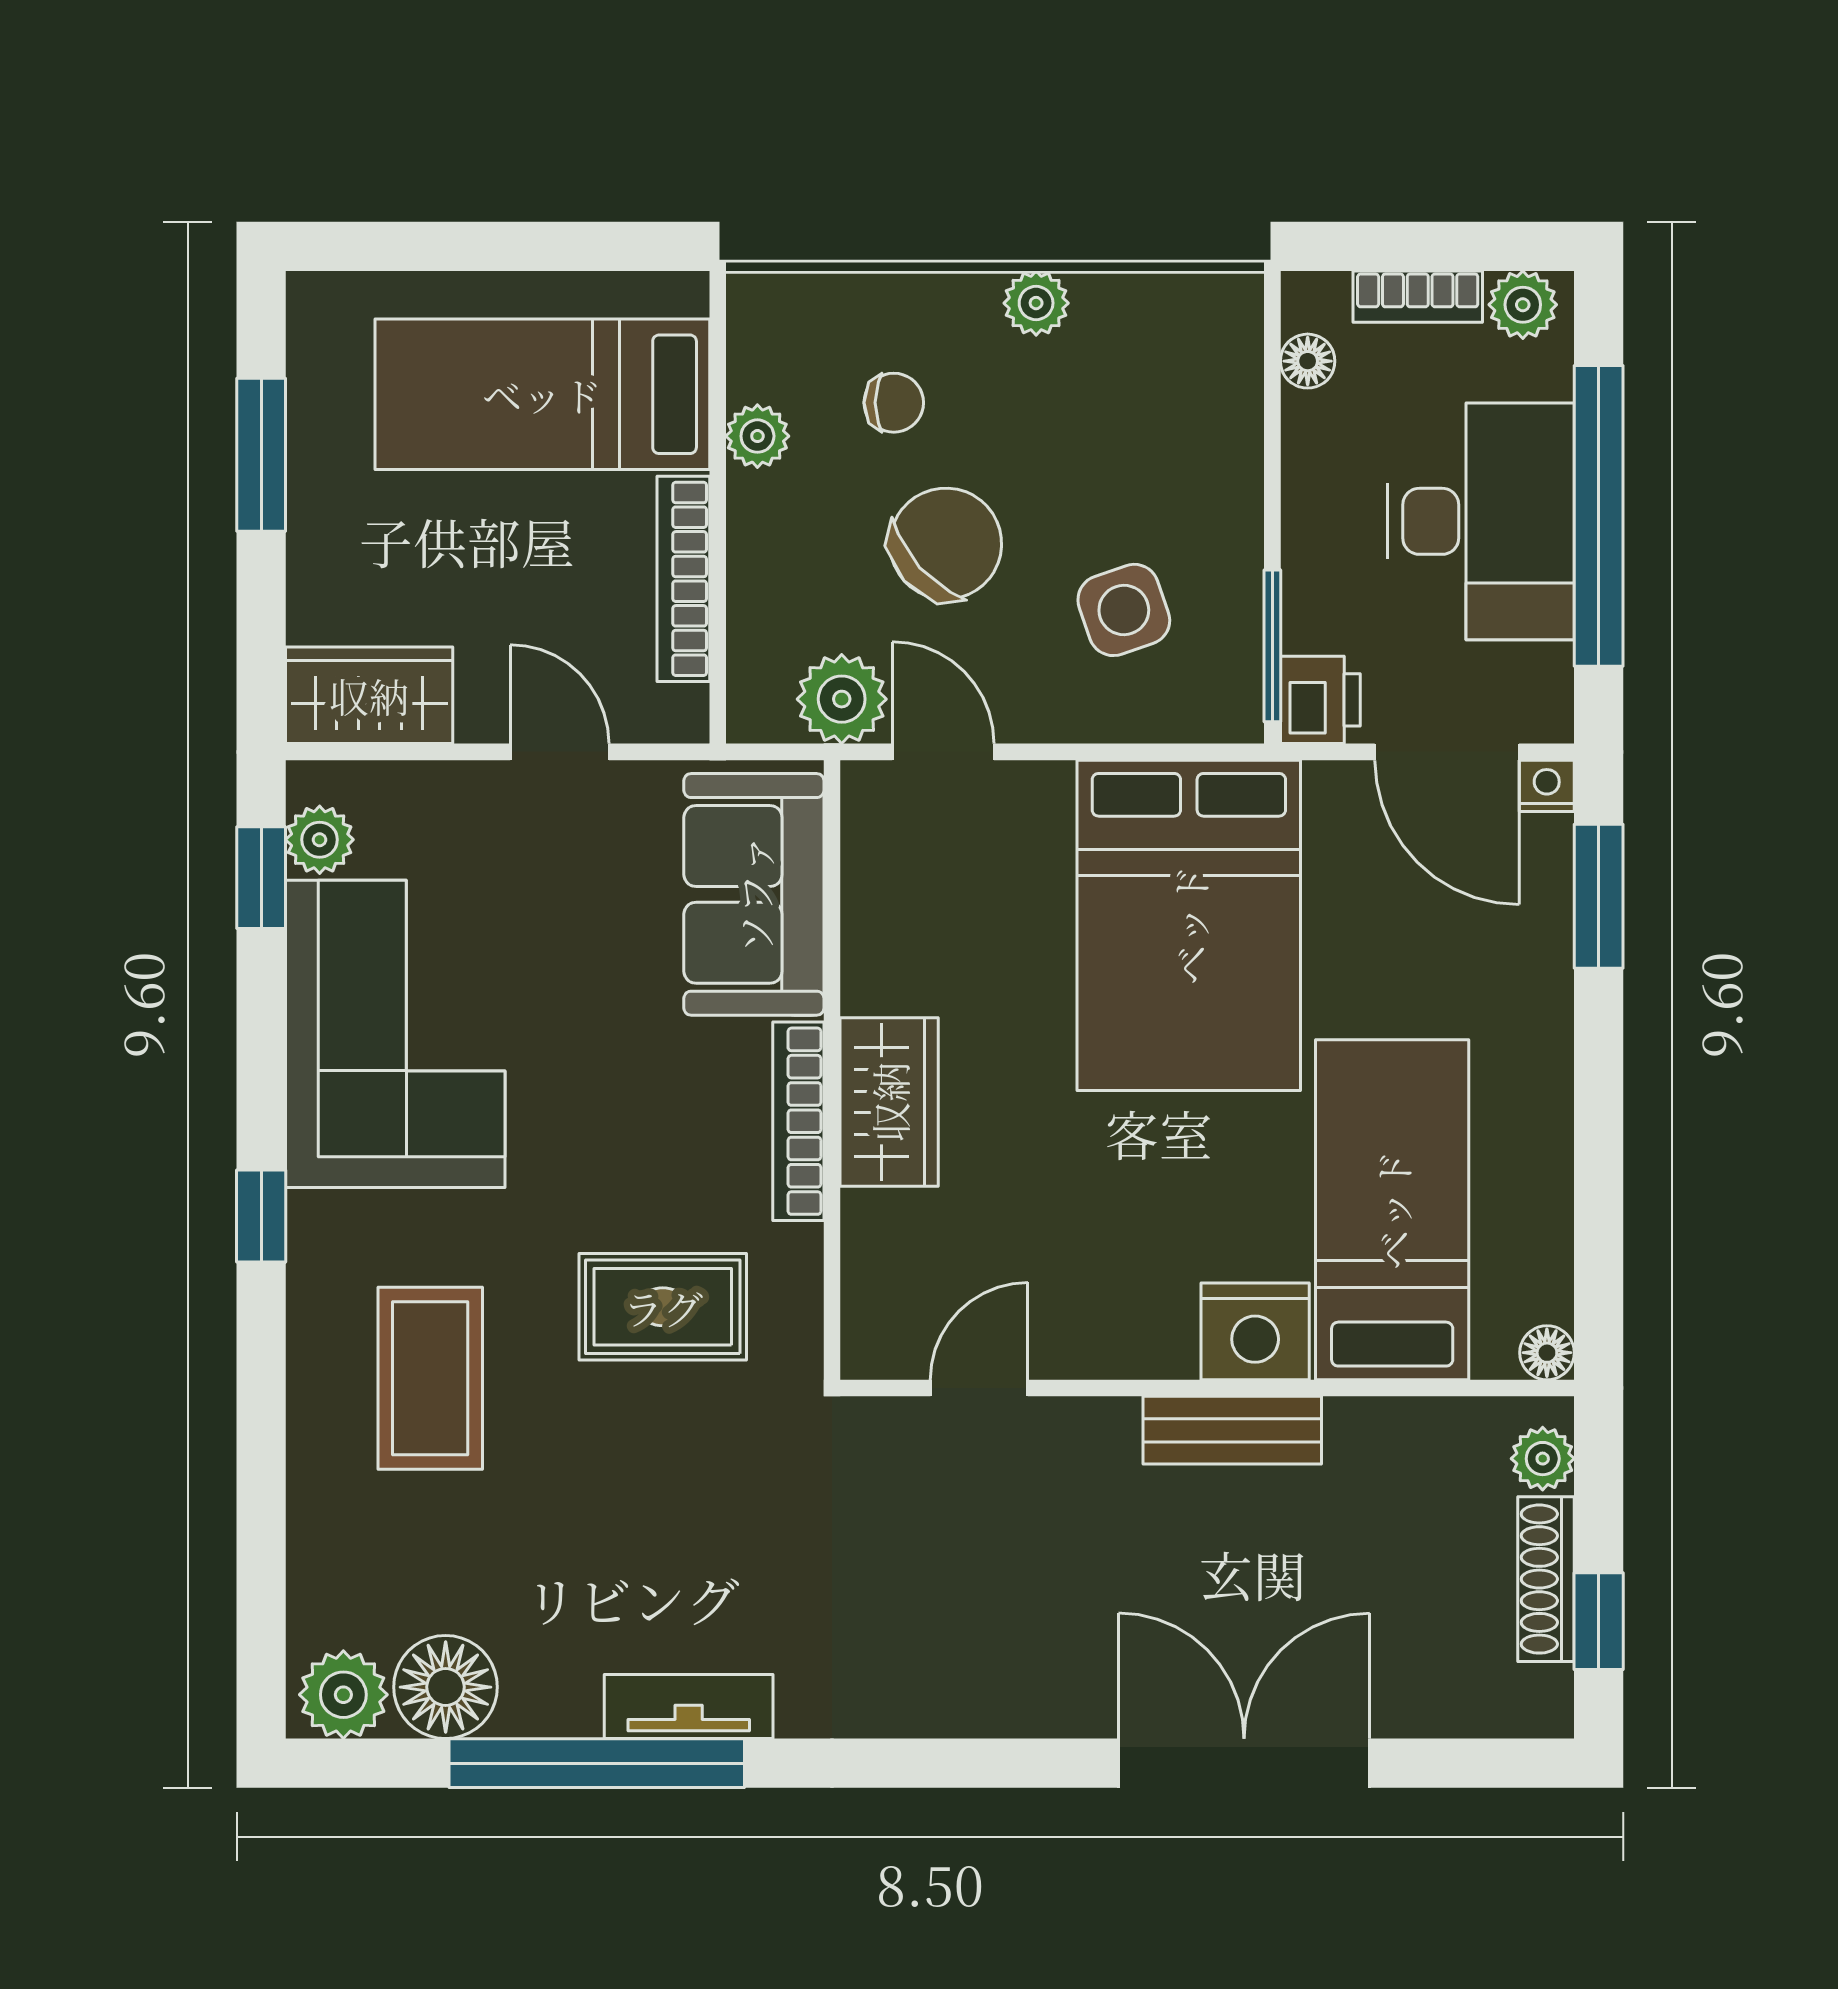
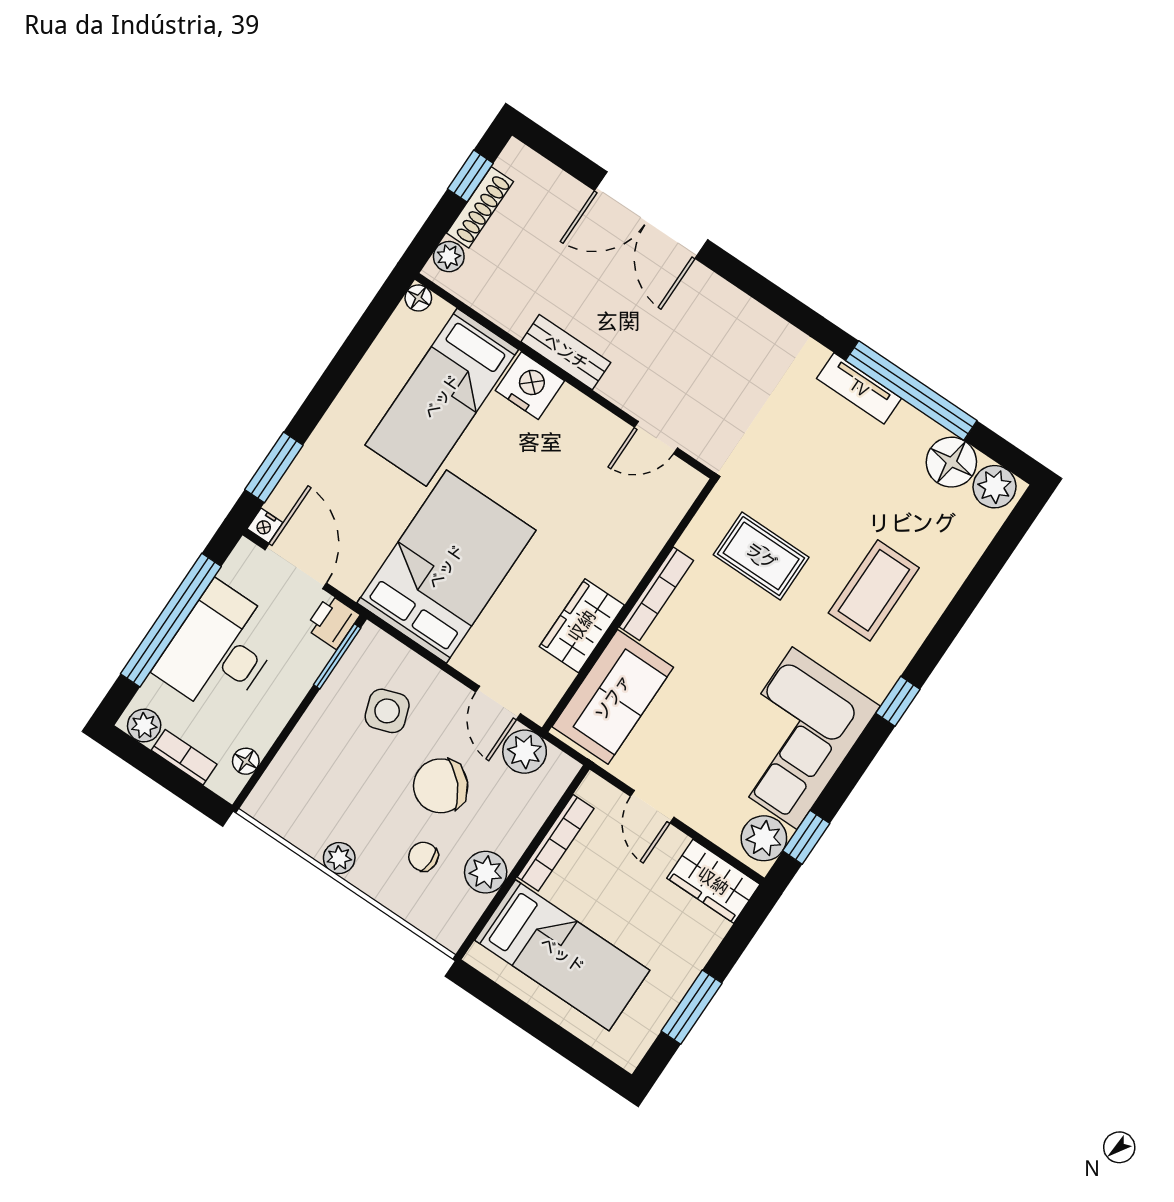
plant: (757, 436) -> (486, 872), width x1.38, depth x1.38
plant: (320, 840) -> (764, 838), width x1.38, depth x1.38
wardrobe: (889, 1102) -> (582, 626), moved

